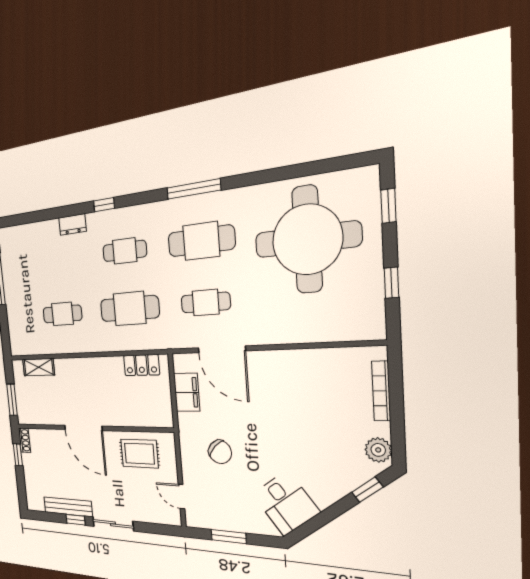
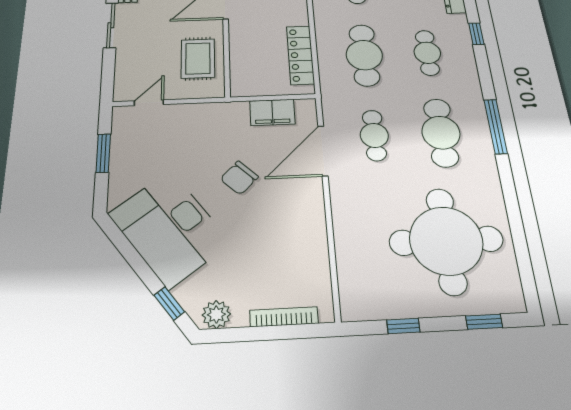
locker: (141, 365) -> (300, 55), width x1.53
chair: (220, 452) -> (239, 178), moved
desk: (286, 503) -> (169, 228), width x1.87, depth x1.30

